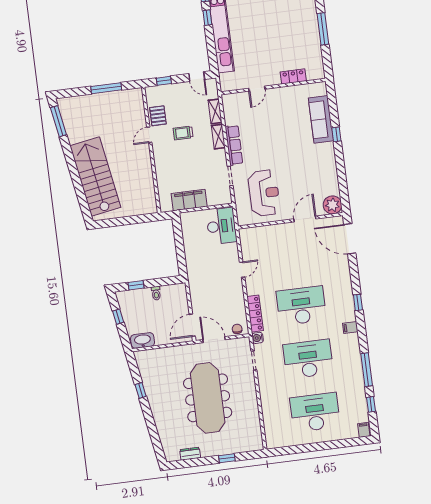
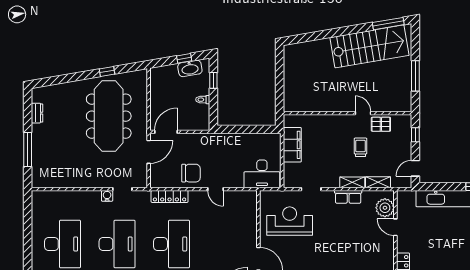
plant: (239, 101) -> (385, 208), added
row of seats: (234, 145) -> (348, 197), width x0.68
stairs: (95, 177) -> (369, 46), moved
reception desk: (264, 193) -> (290, 221), turned 180
door: (192, 325) -> (166, 132), hinge flipped
chair: (237, 329) -> (191, 173), moved, width x1.87, depth x1.87
water cooler: (258, 338) -> (107, 196), moved
washbasin: (143, 340) -> (190, 68), moved, turned 80
meeting table: (208, 398) -> (109, 116), moved, turned 90
window: (227, 458) -> (28, 149), width x2.17

